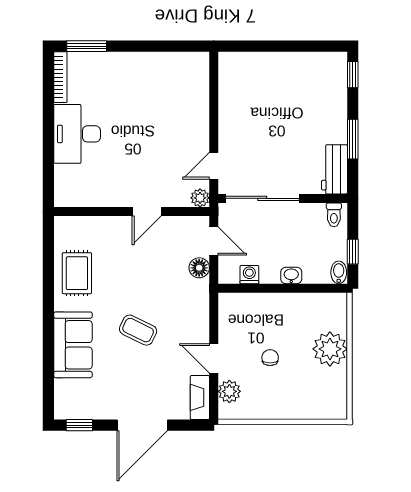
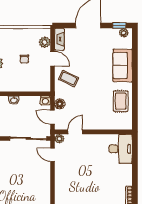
desk: (77, 134) -> (121, 149), moved
door: (214, 166) -> (53, 155), swing flipped
door: (147, 212) -> (75, 132), moved
washing machine: (249, 275) -> (45, 100), moved
coffee table: (138, 330) -> (68, 79), moved
plant: (71, 410) -> (124, 33), added

